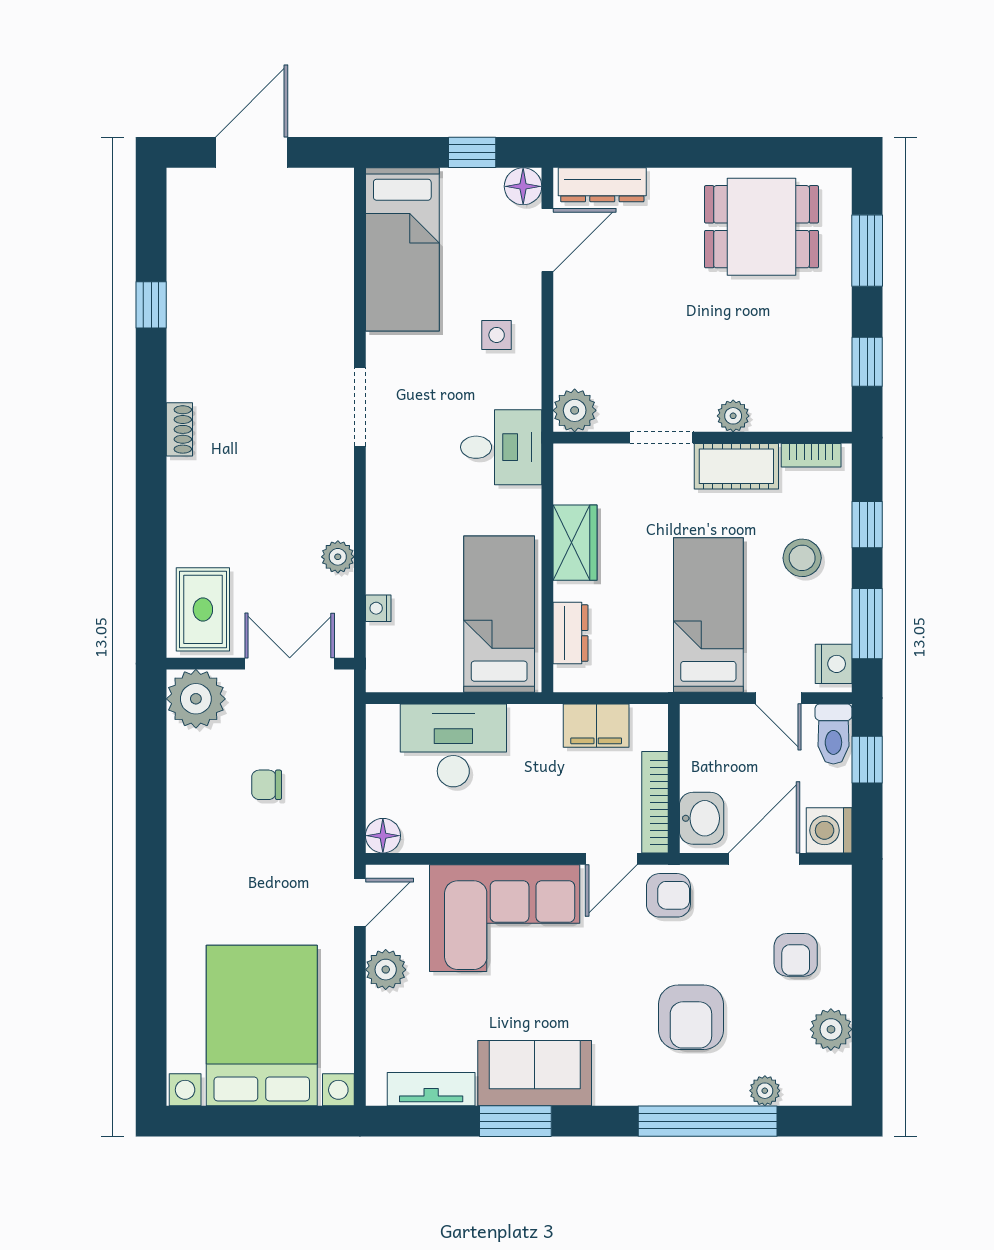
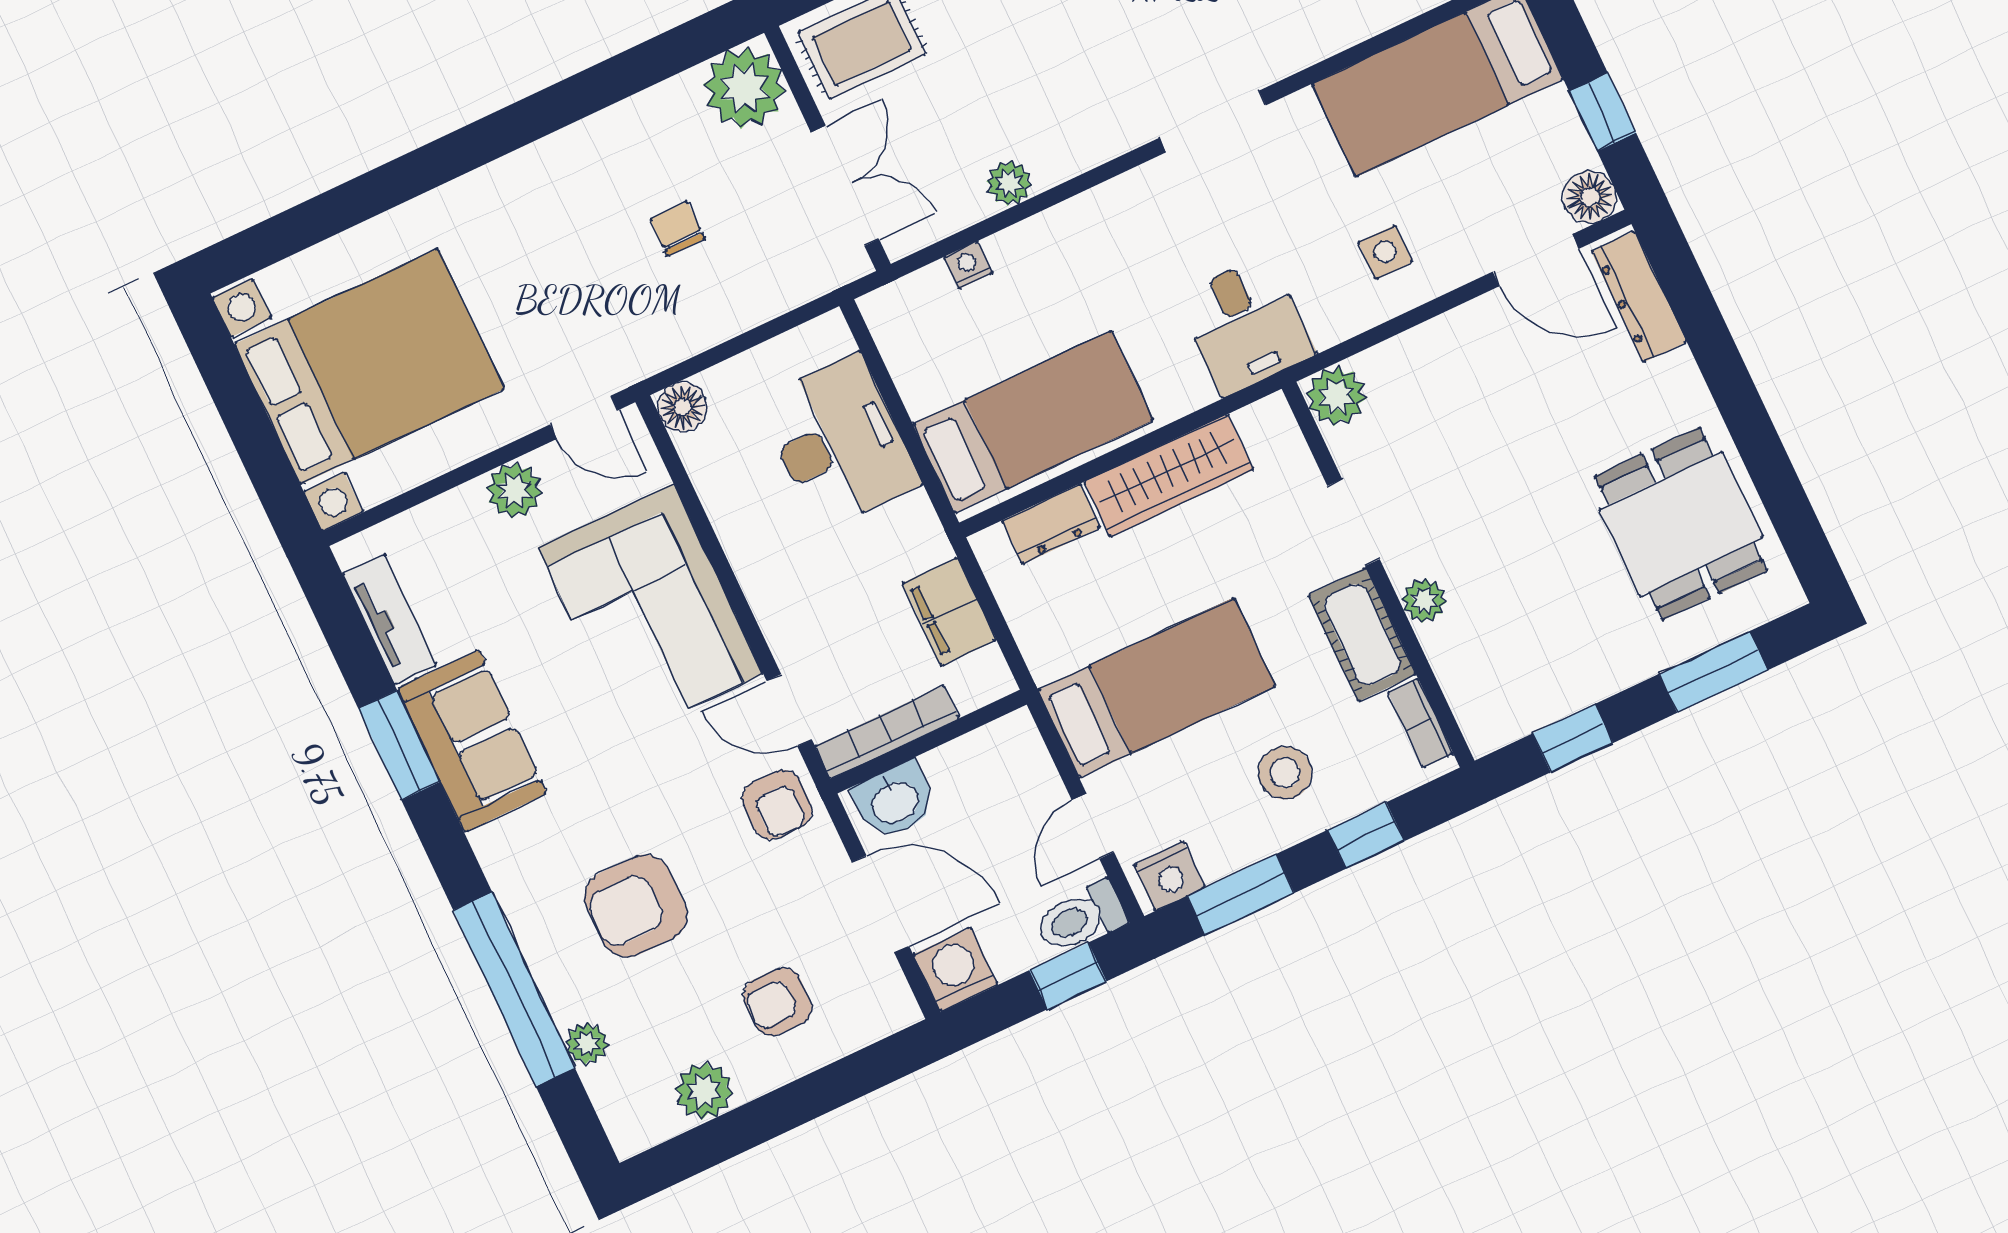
wardrobe: (575, 543) -> (1169, 476), width x1.50

